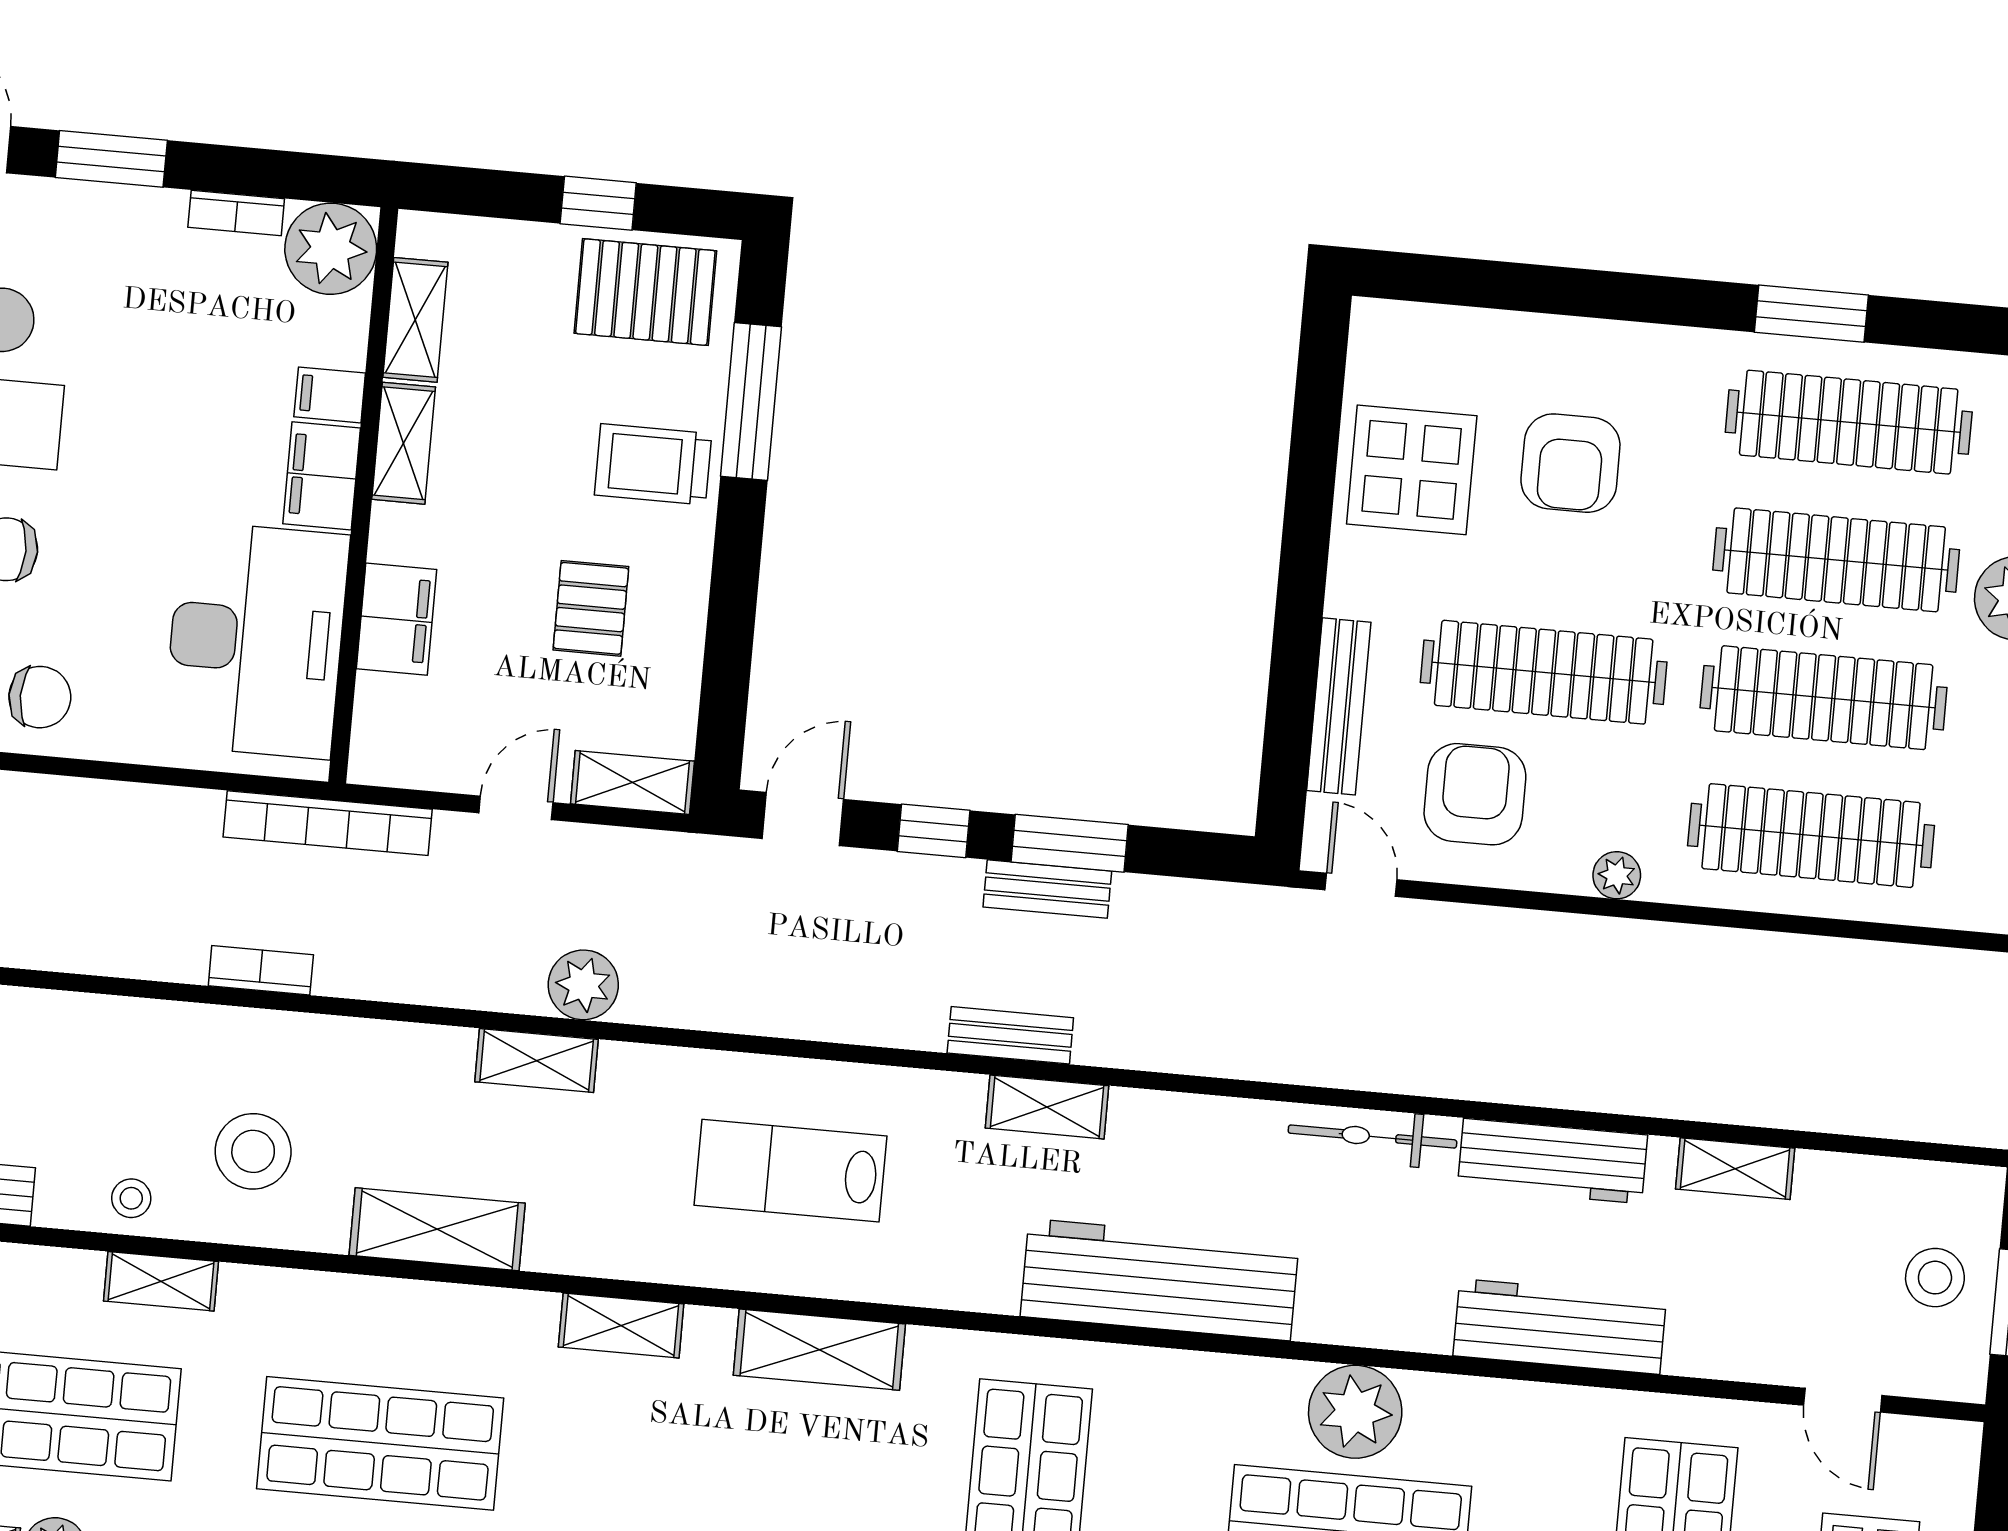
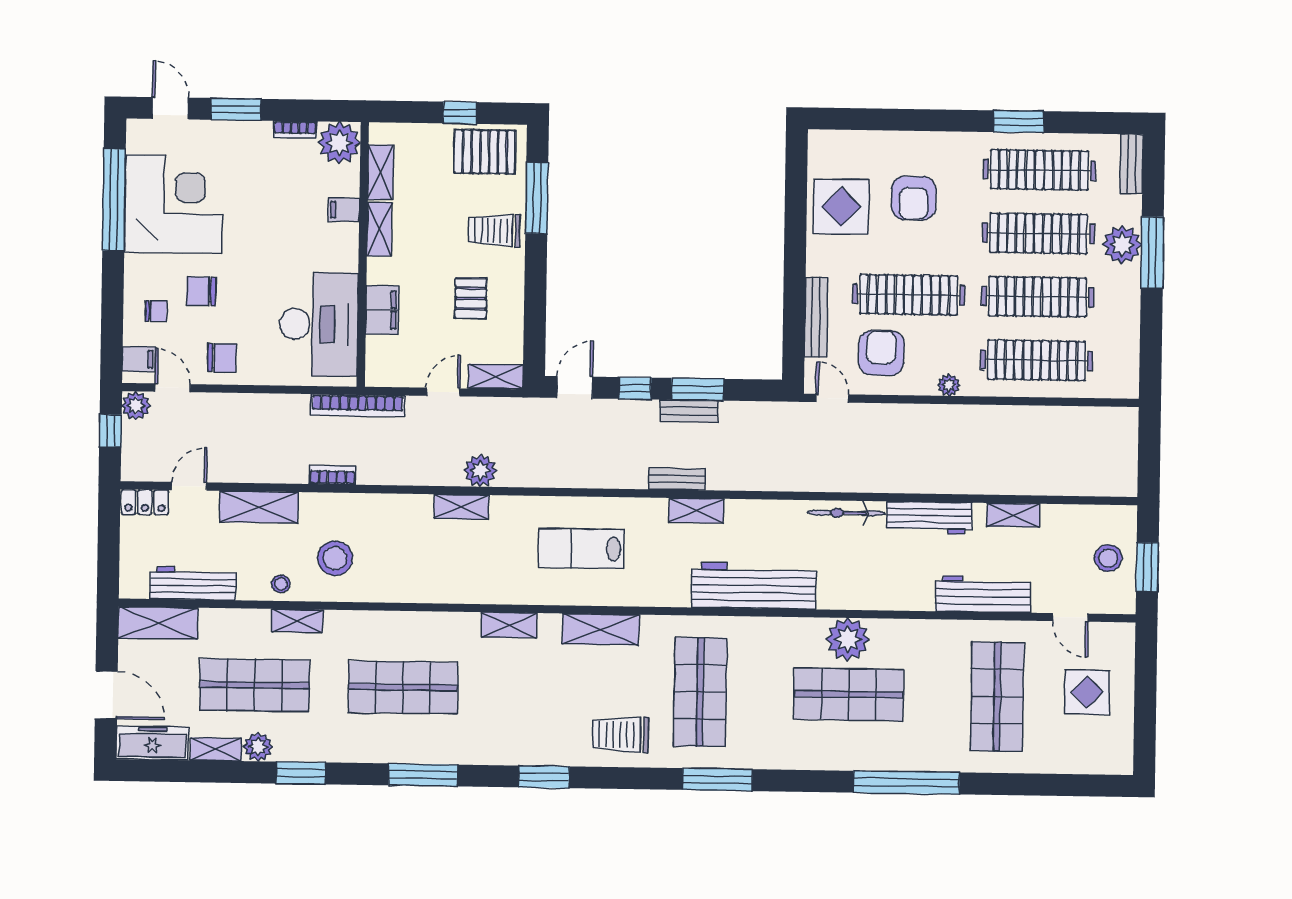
filing cabinet: (322, 476) -> (343, 247), removed
shelving: (437, 1229) -> (259, 507), moved
workbench: (1560, 1326) -> (983, 594), moved

